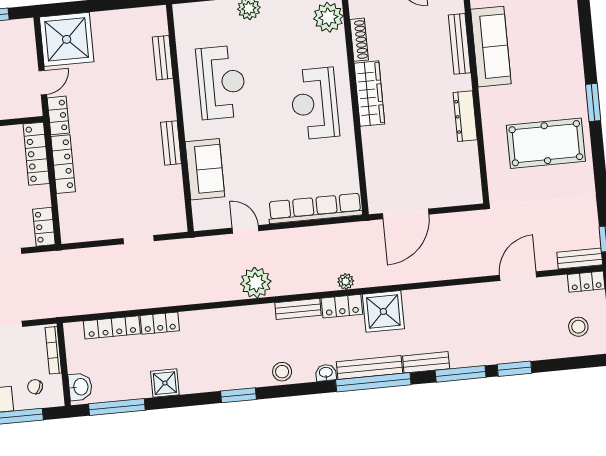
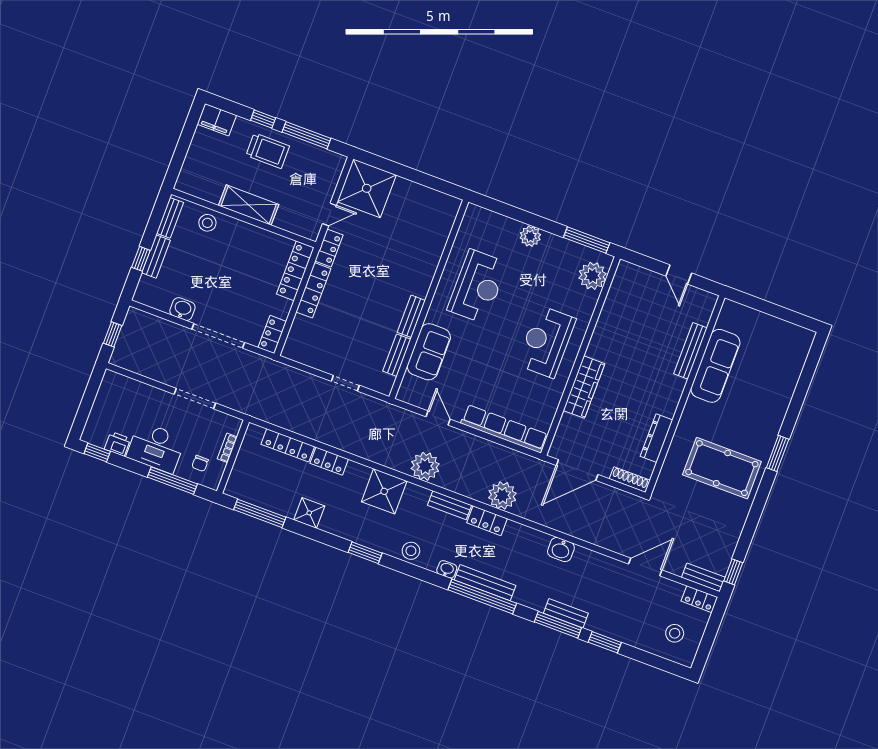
shoe rack: (359, 40) -> (630, 480), moved, turned -90
bench: (163, 58) -> (397, 355), moved
wardrobe: (369, 94) -> (584, 387), moved
dresser: (465, 116) -> (657, 438), moved
plant: (346, 281) -> (502, 496), width x1.88, depth x1.88
shower: (383, 311) -> (384, 491), moved
bookcase: (53, 350) -> (227, 448), width x0.64
bench: (426, 362) -> (566, 613), moved
chair: (35, 387) -> (200, 463), turned -115
washbasin: (80, 387) -> (561, 549), moved, turned 90

